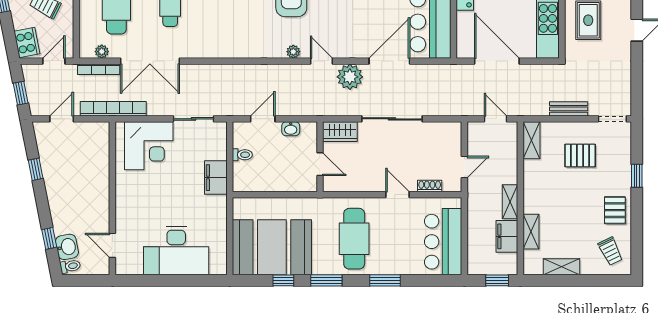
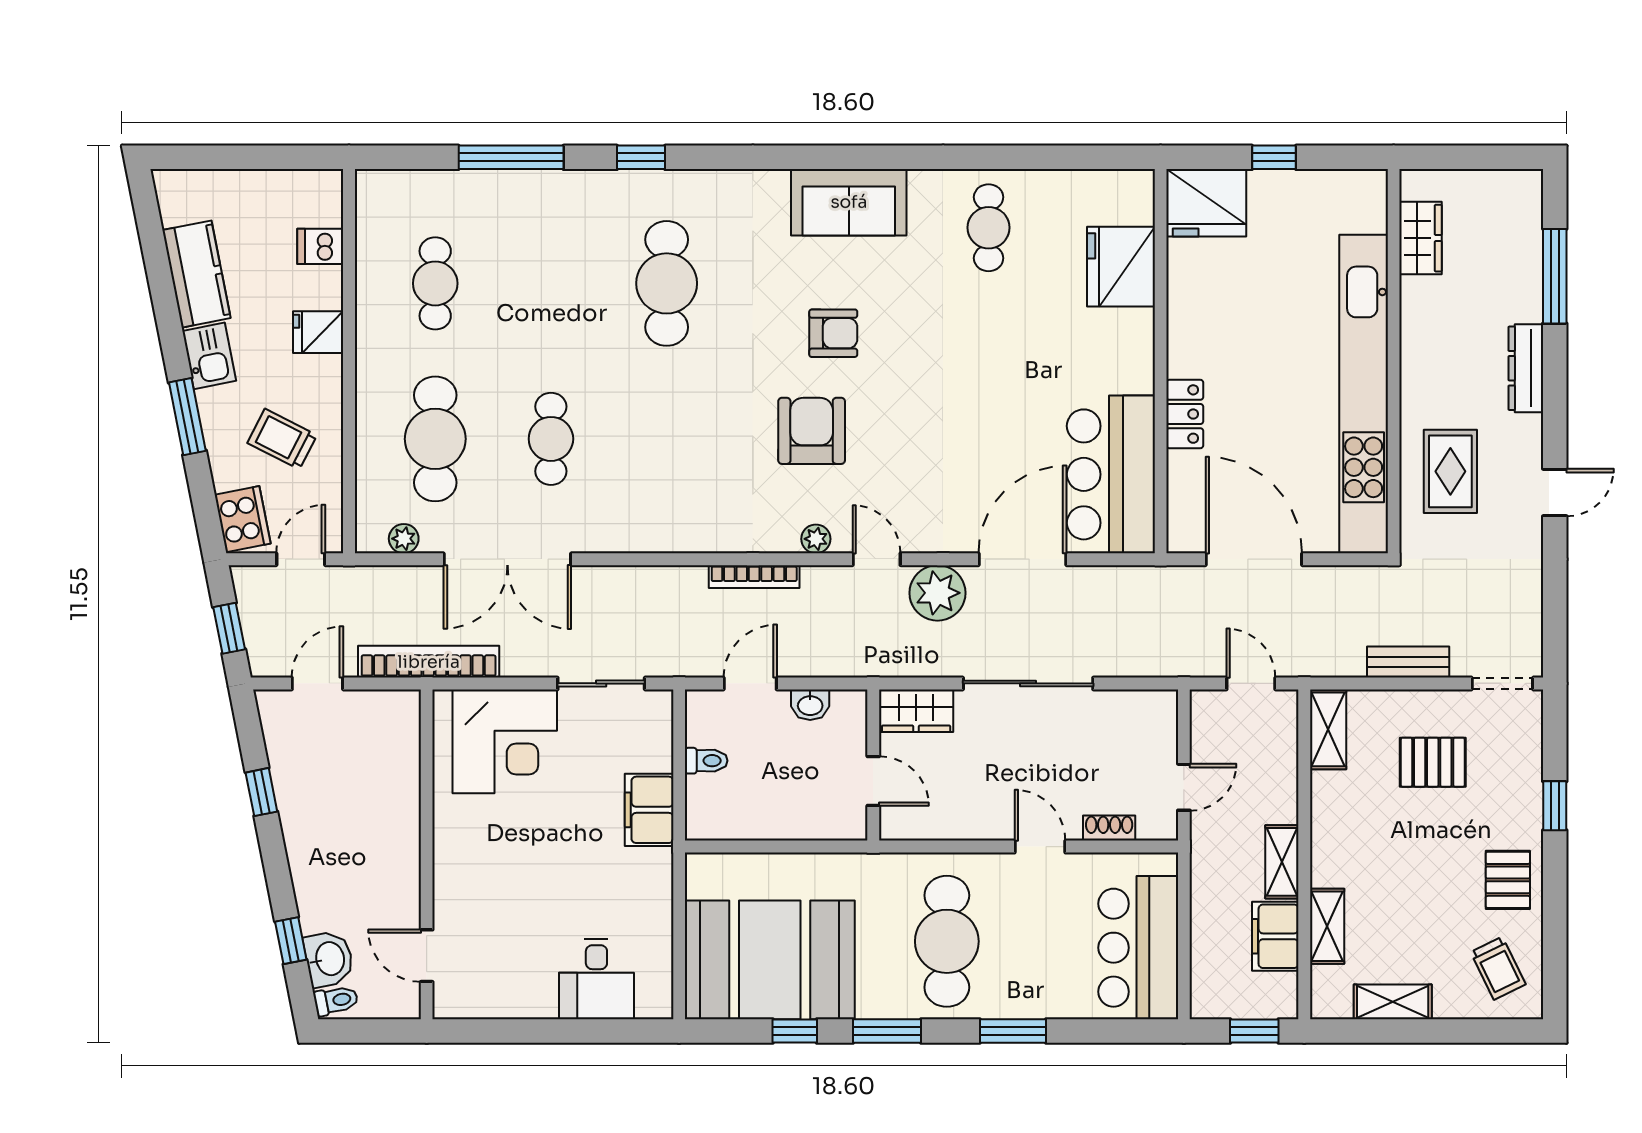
bookcase: (99, 69) -> (754, 577), moved
desk: (176, 251) -> (596, 979), width x0.53, depth x0.77

